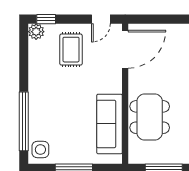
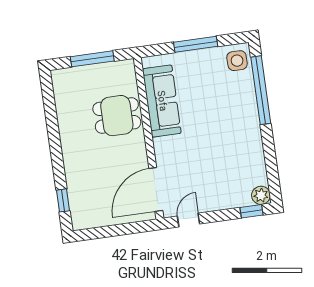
rug: (71, 50) -> (218, 180), removed
dining table: (150, 117) -> (117, 116), width x0.73

